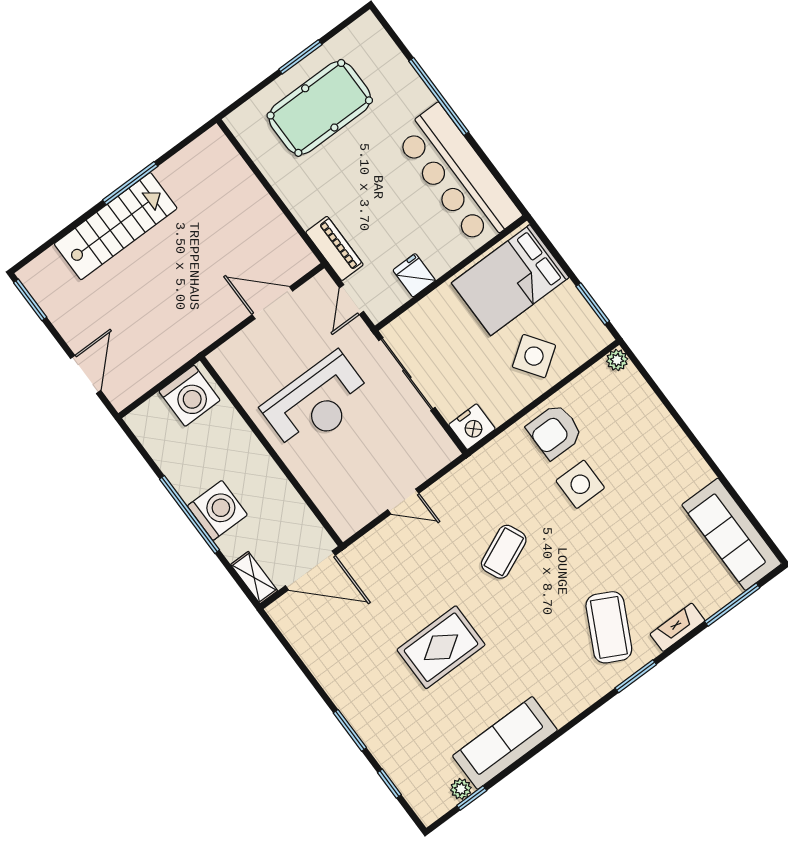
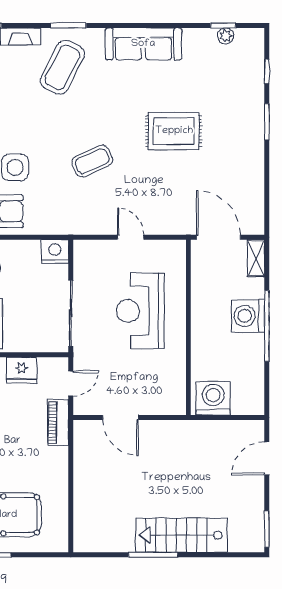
fridge: (414, 275) -> (22, 370), width x1.38
reception desk: (317, 403) -> (140, 311), moved, turned -90
sofa: (505, 743) -> (143, 44), moved

